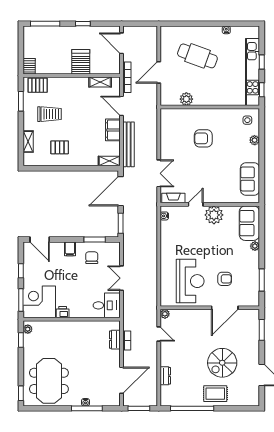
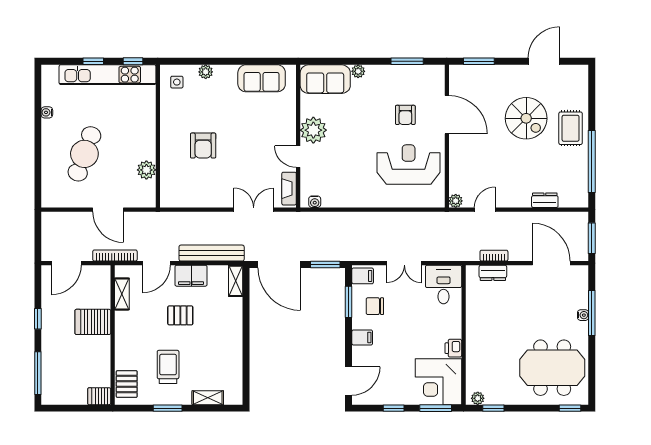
window: (21, 101) -> (168, 408), moved
pallet: (60, 147) -> (180, 315), moved, turned 90
filing cabinet: (113, 249) -> (363, 276), added
armchair: (225, 279) -> (405, 115), turned 180

